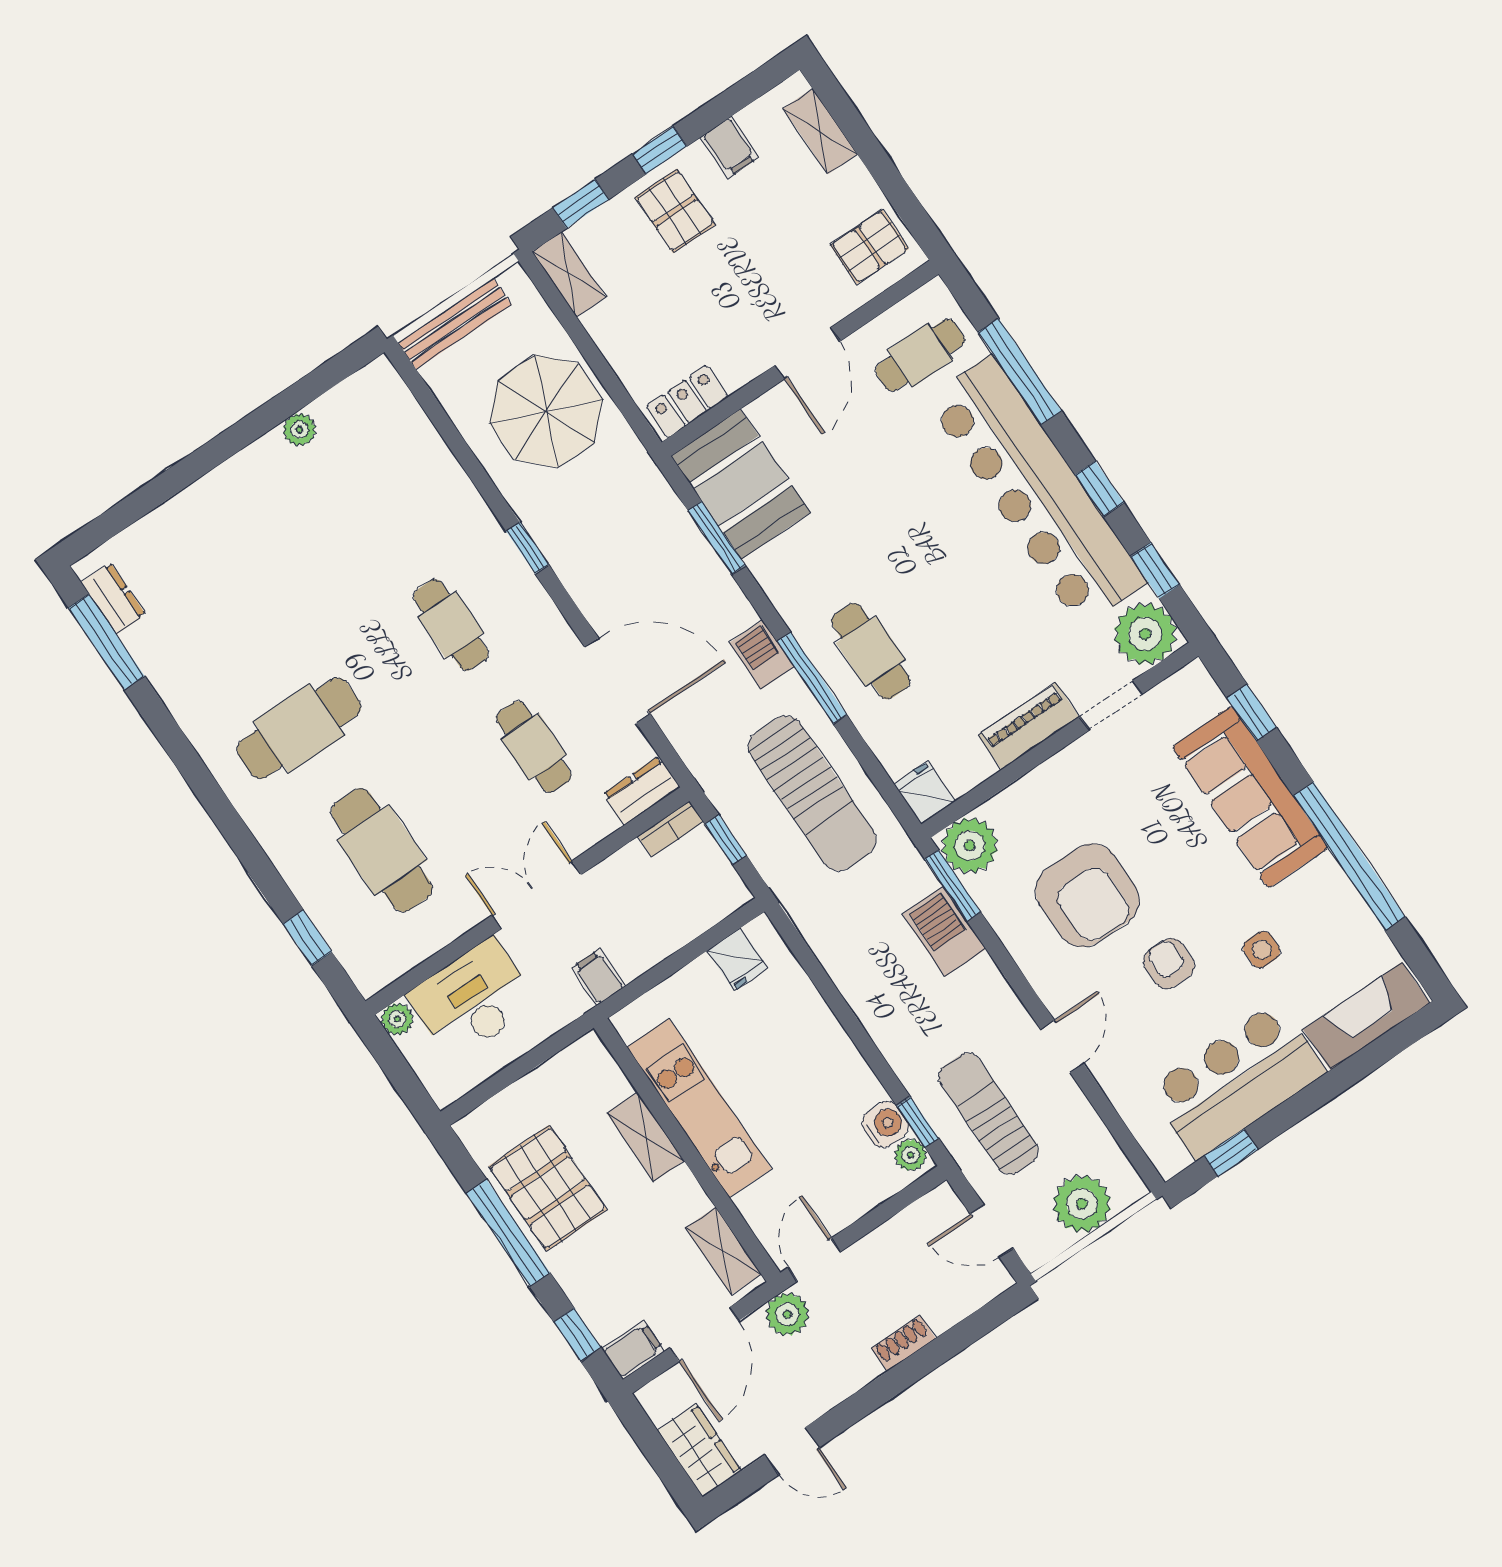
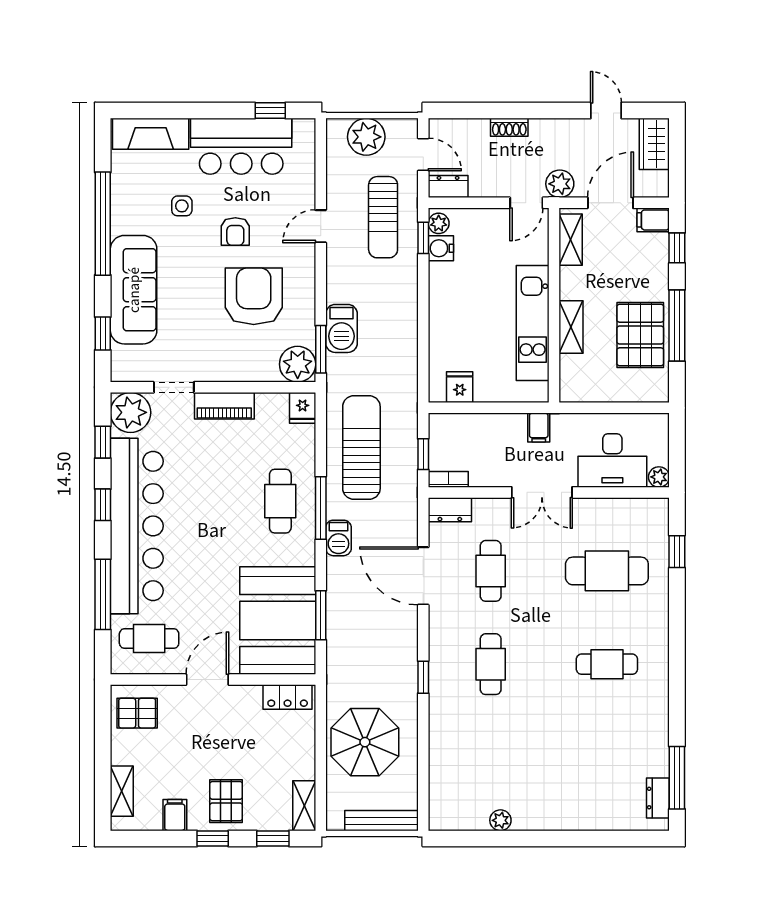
booth: (741, 484) -> (278, 620), width x1.36, depth x1.42
cafe table: (299, 728) -> (607, 664), width x0.73, depth x0.74
cafe table: (382, 850) -> (607, 571), turned 90
dresser: (931, 1211) -> (448, 187), added

